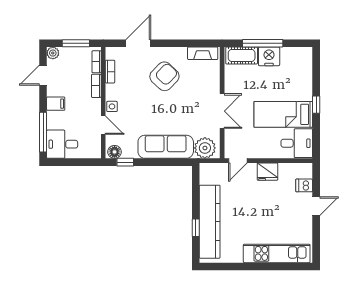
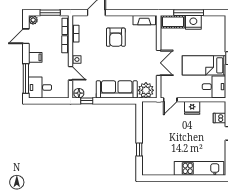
armchair: (164, 76) -> (116, 37), turned 136
kitchen counter: (210, 222) -> (149, 145), removed

